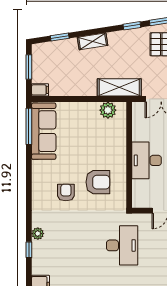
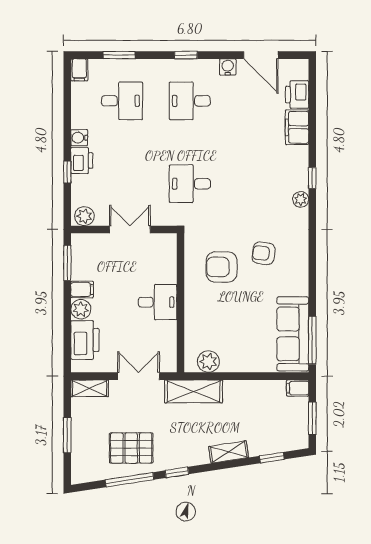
desk: (147, 160) -> (158, 302), width x0.73
armchair: (66, 192) -> (264, 253), turned 97
desk: (122, 245) -> (190, 184), width x0.73

